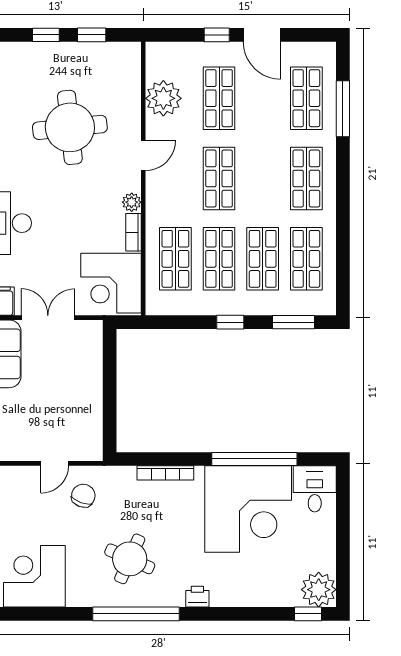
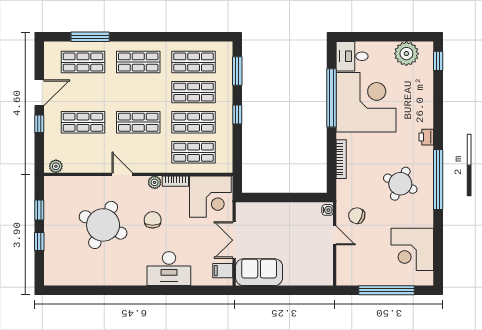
plant: (163, 98) -> (56, 166), moved, width x0.53, depth x0.53
round table: (70, 127) -> (103, 225), turned 31
chair: (77, 199) -> (153, 220), added
water cooler: (92, 453) -> (327, 210), added
plant: (319, 590) -> (406, 54), moved

